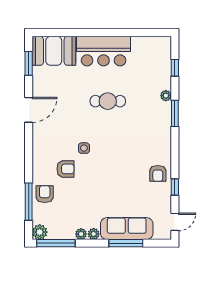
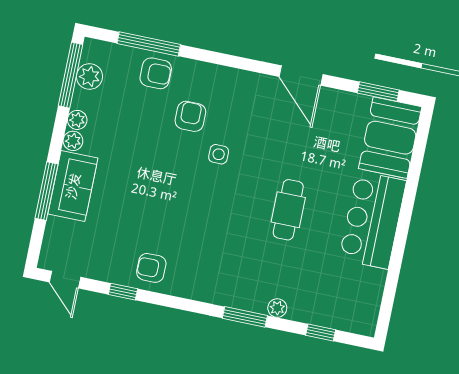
armchair: (65, 169) -> (190, 116), turned 180
sofa: (127, 229) -> (73, 186), width x0.73
plant: (40, 232) -> (90, 77), moved

